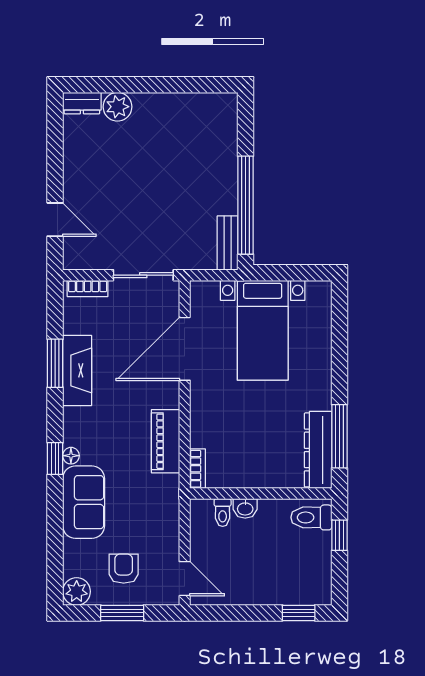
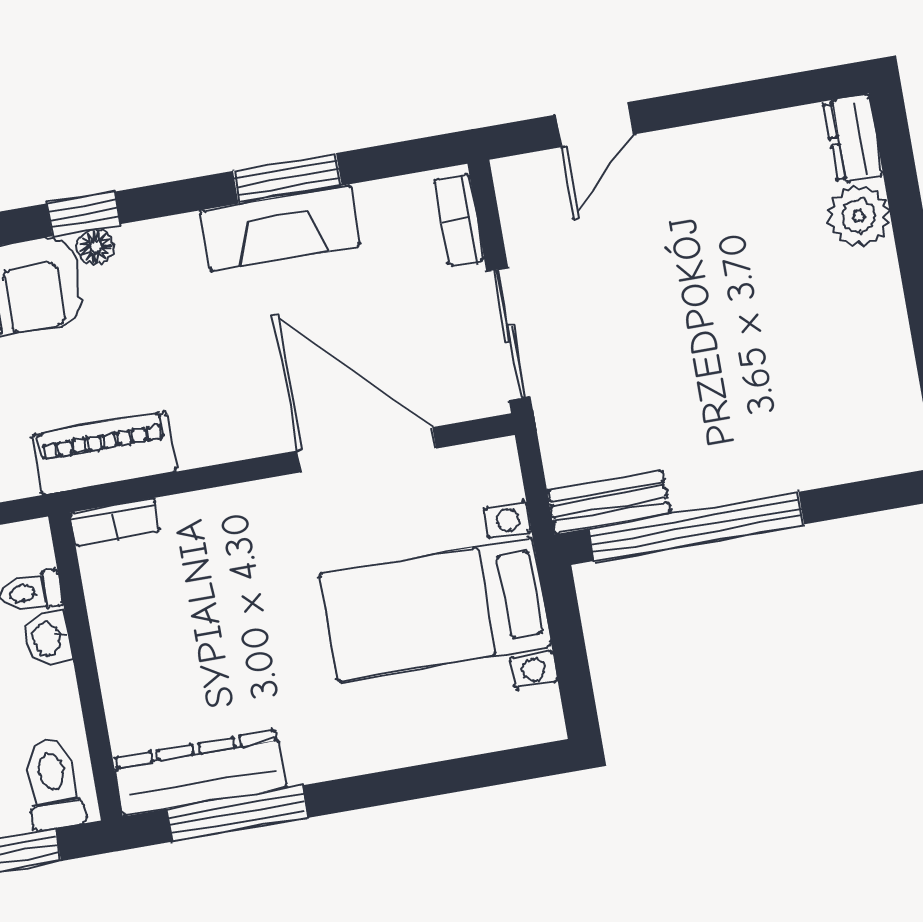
piano: (165, 441) -> (104, 453), moved

